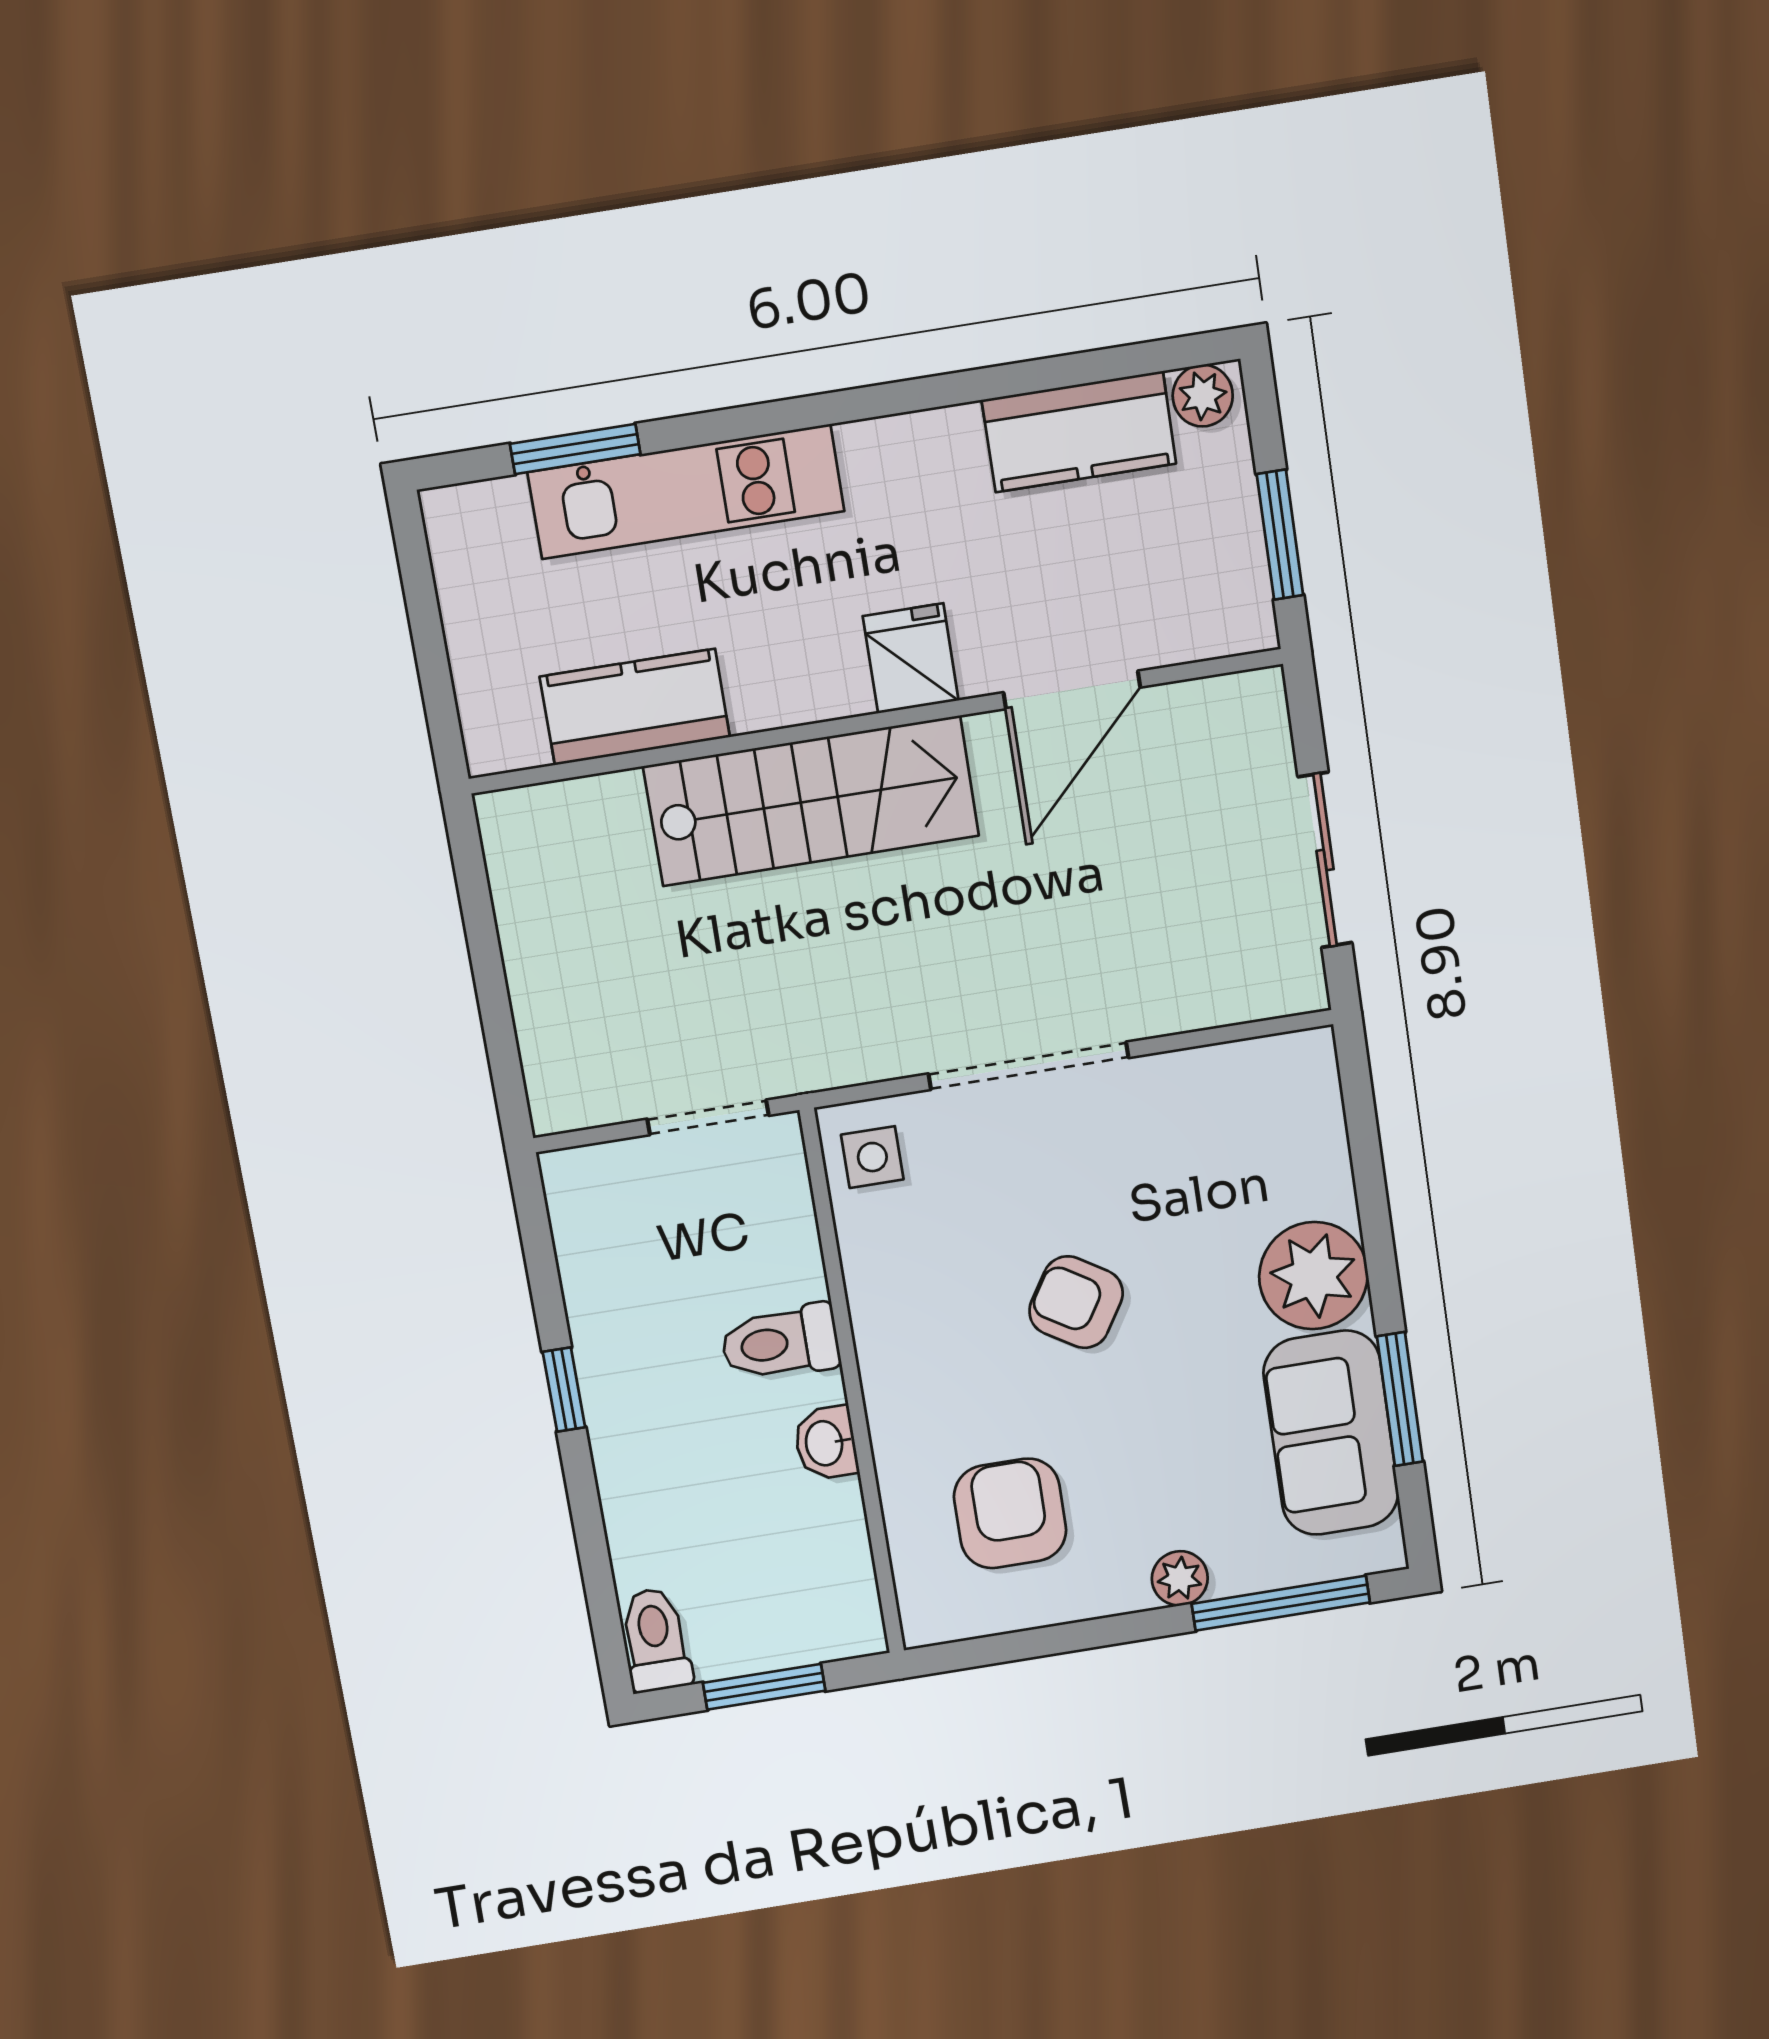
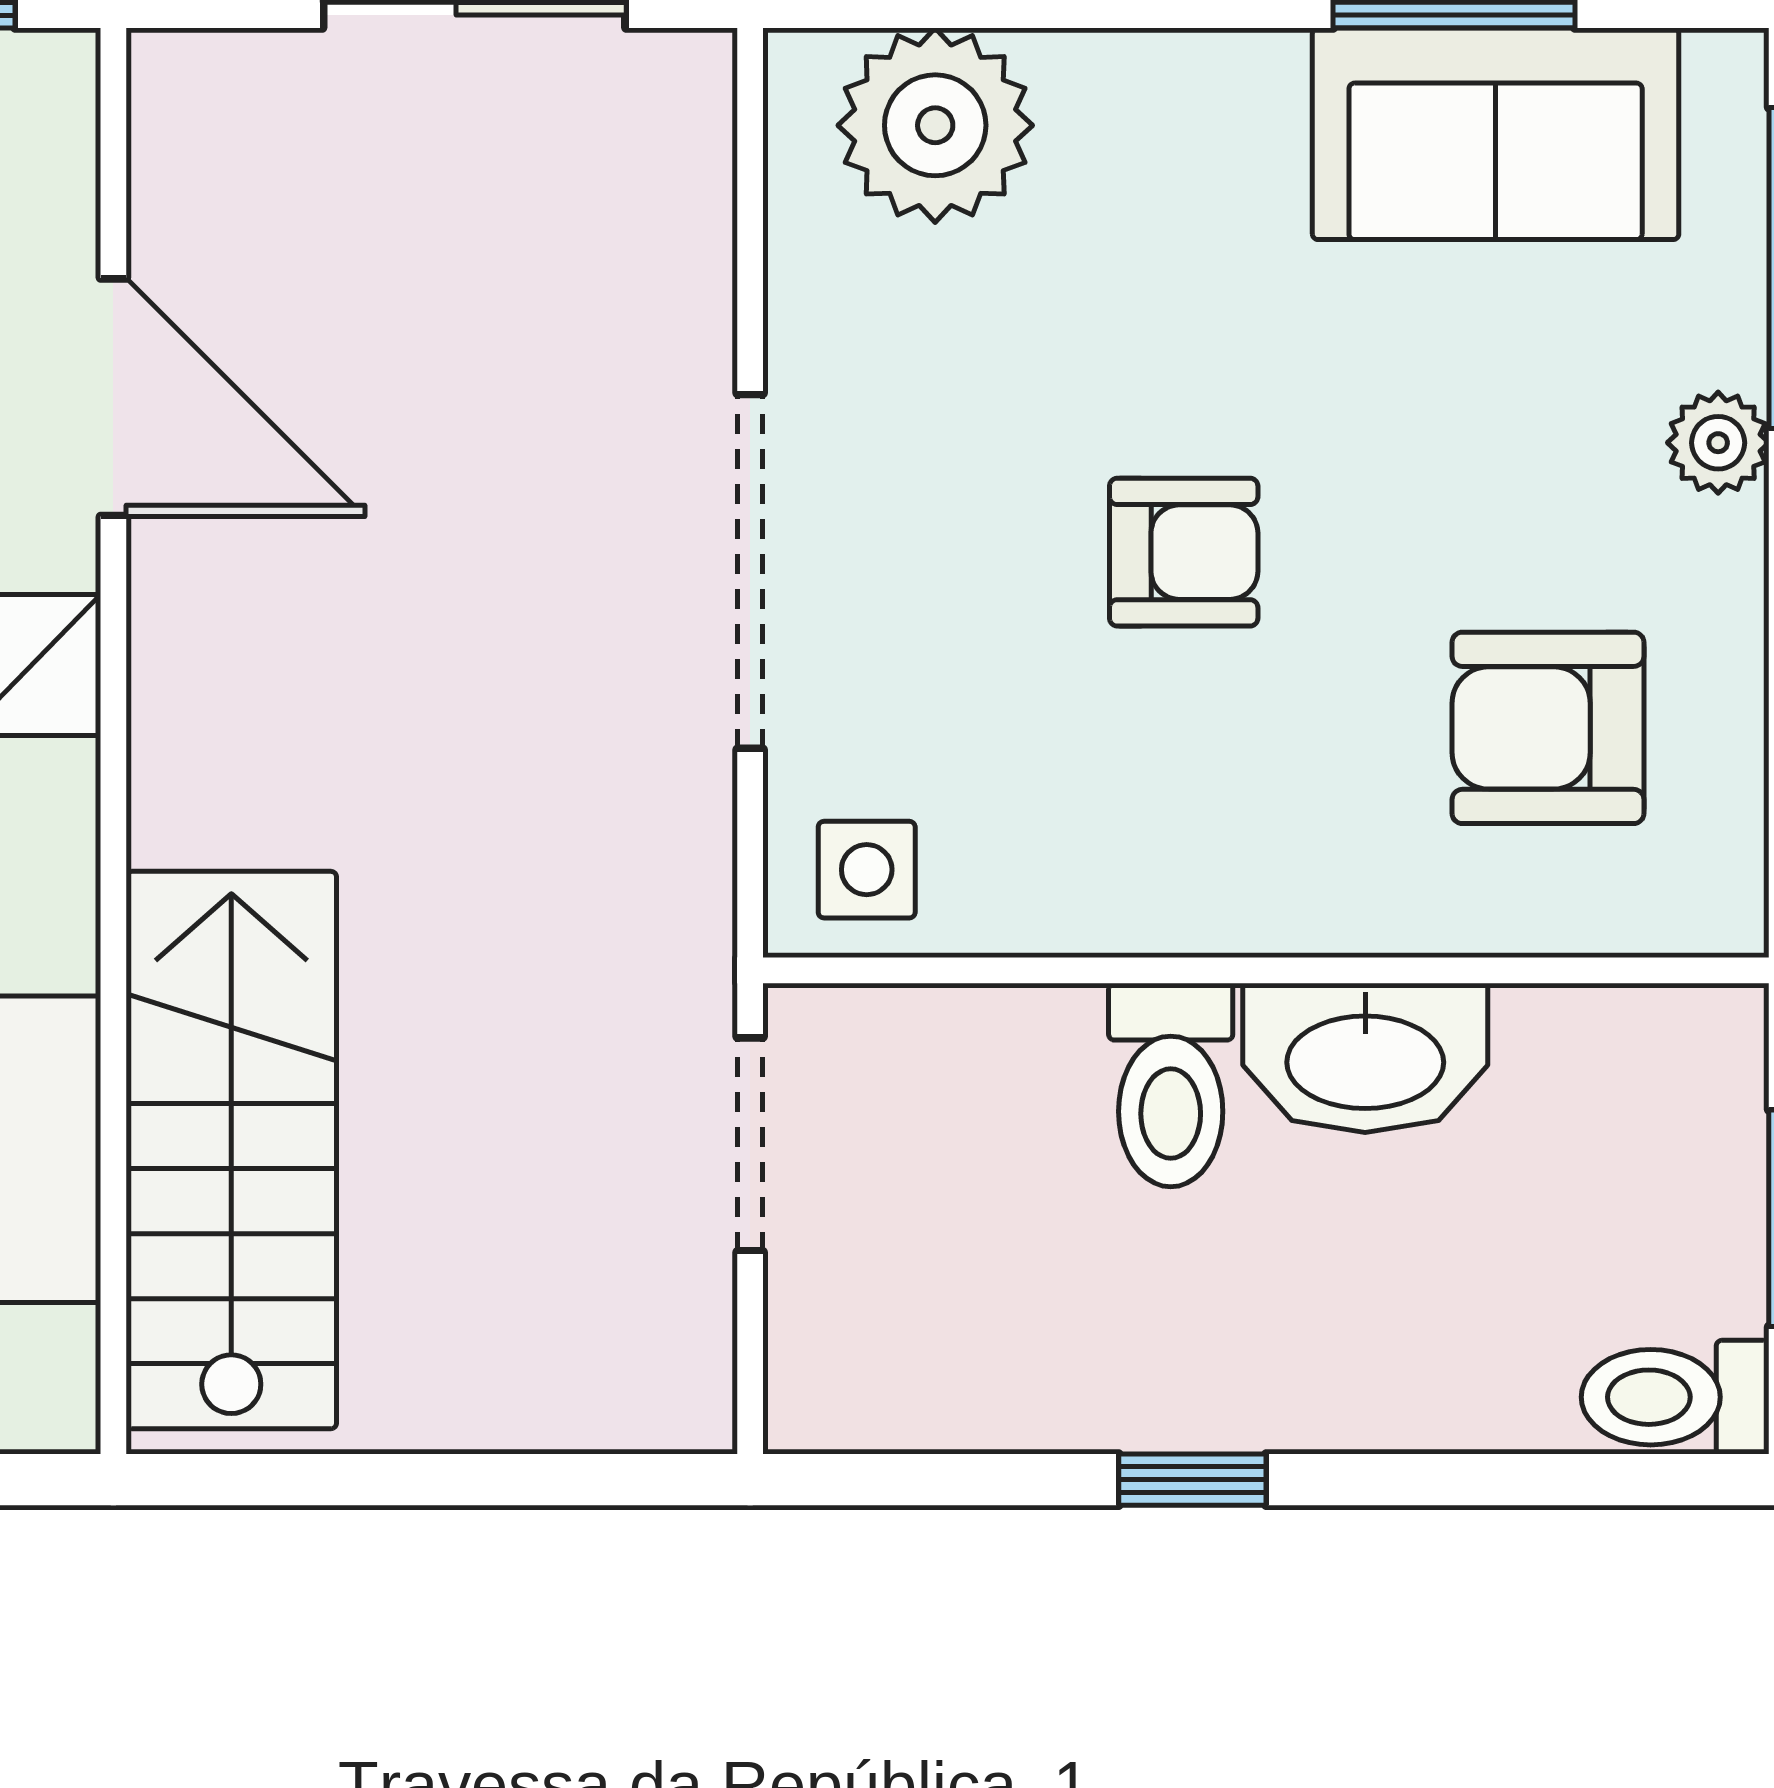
stairs: (811, 801) -> (231, 1150), moved
plant: (1313, 1276) -> (935, 125), moved
armchair: (1076, 1302) -> (1184, 552), turned -122
washbasin: (826, 1443) -> (1365, 1058), width x1.91, depth x1.45

